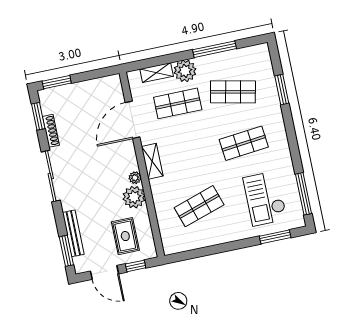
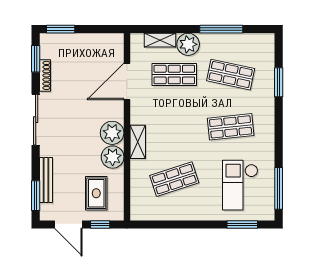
shelving: (152, 161) -> (138, 142), moved
plant: (135, 178) -> (112, 133), width x1.88, depth x1.88

